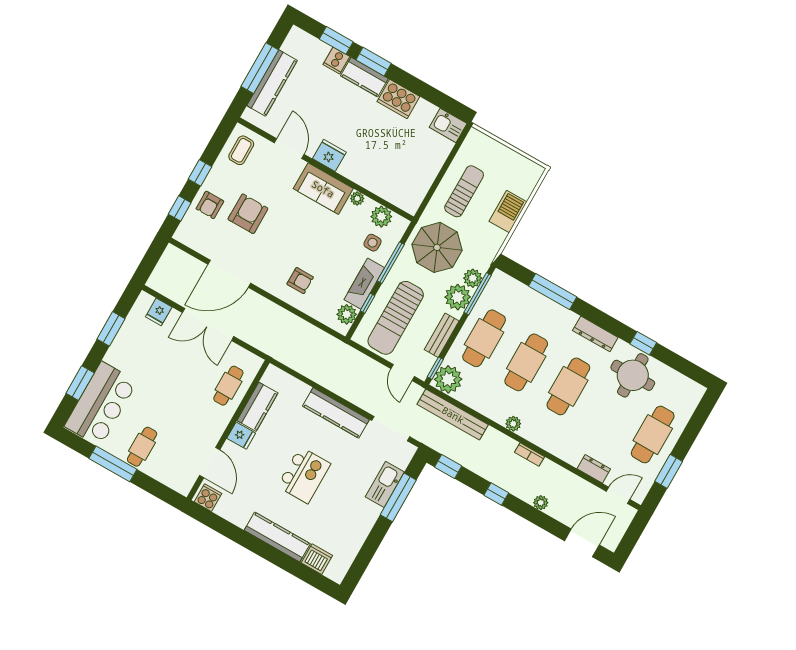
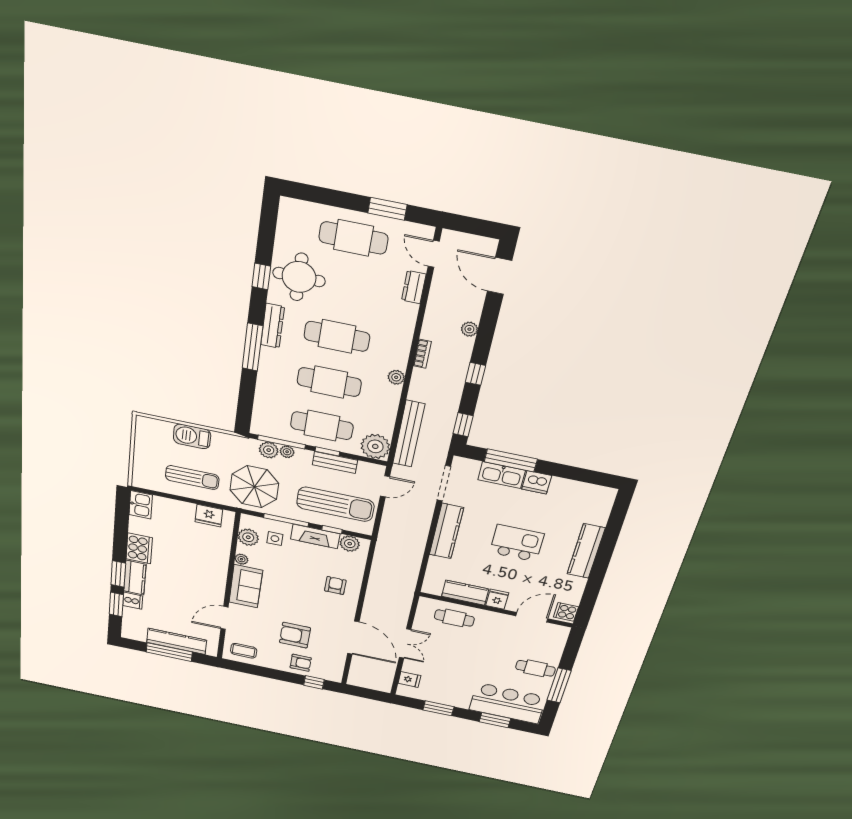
fridge: (329, 155) -> (209, 516), moved, turned -90
window: (200, 173) -> (277, 675), removed
sun lounger: (464, 191) -> (192, 477), turned 180
window: (553, 292) -> (252, 347), moved
plant: (458, 297) -> (287, 452), width x0.53, depth x0.53
double door: (208, 324) -> (405, 643), width x0.73
window: (435, 368) -> (327, 451), moved
dishwasher: (317, 559) -> (537, 482), moved, turned -90

